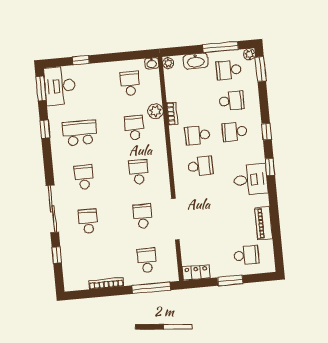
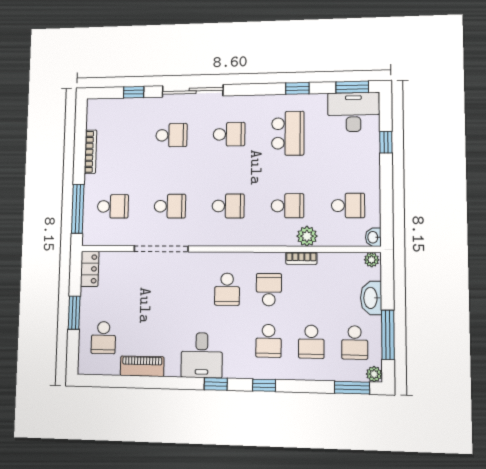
school desk: (229, 70) -> (355, 342), turned 180
school desk: (234, 132) -> (269, 341), turned 180

